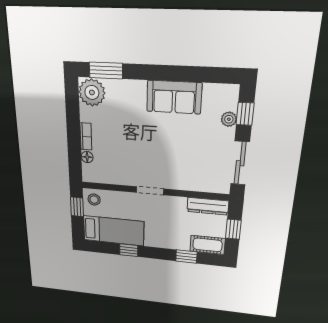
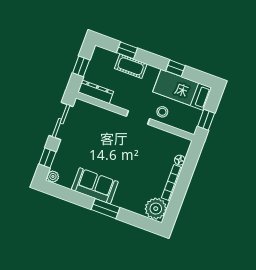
window: (106, 70) -> (105, 209), moved
plant: (229, 119) -> (53, 176), moved
bookcase: (86, 136) -> (172, 183), width x1.56
stool: (94, 200) -> (162, 112), moved
cot: (207, 245) -> (131, 66), moved

